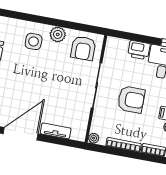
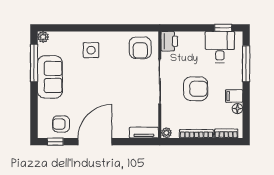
plant: (58, 34) -> (113, 39), removed
printer: (139, 50) -> (169, 41), moved, turned -90
tv unit: (56, 131) -> (144, 133), moved

